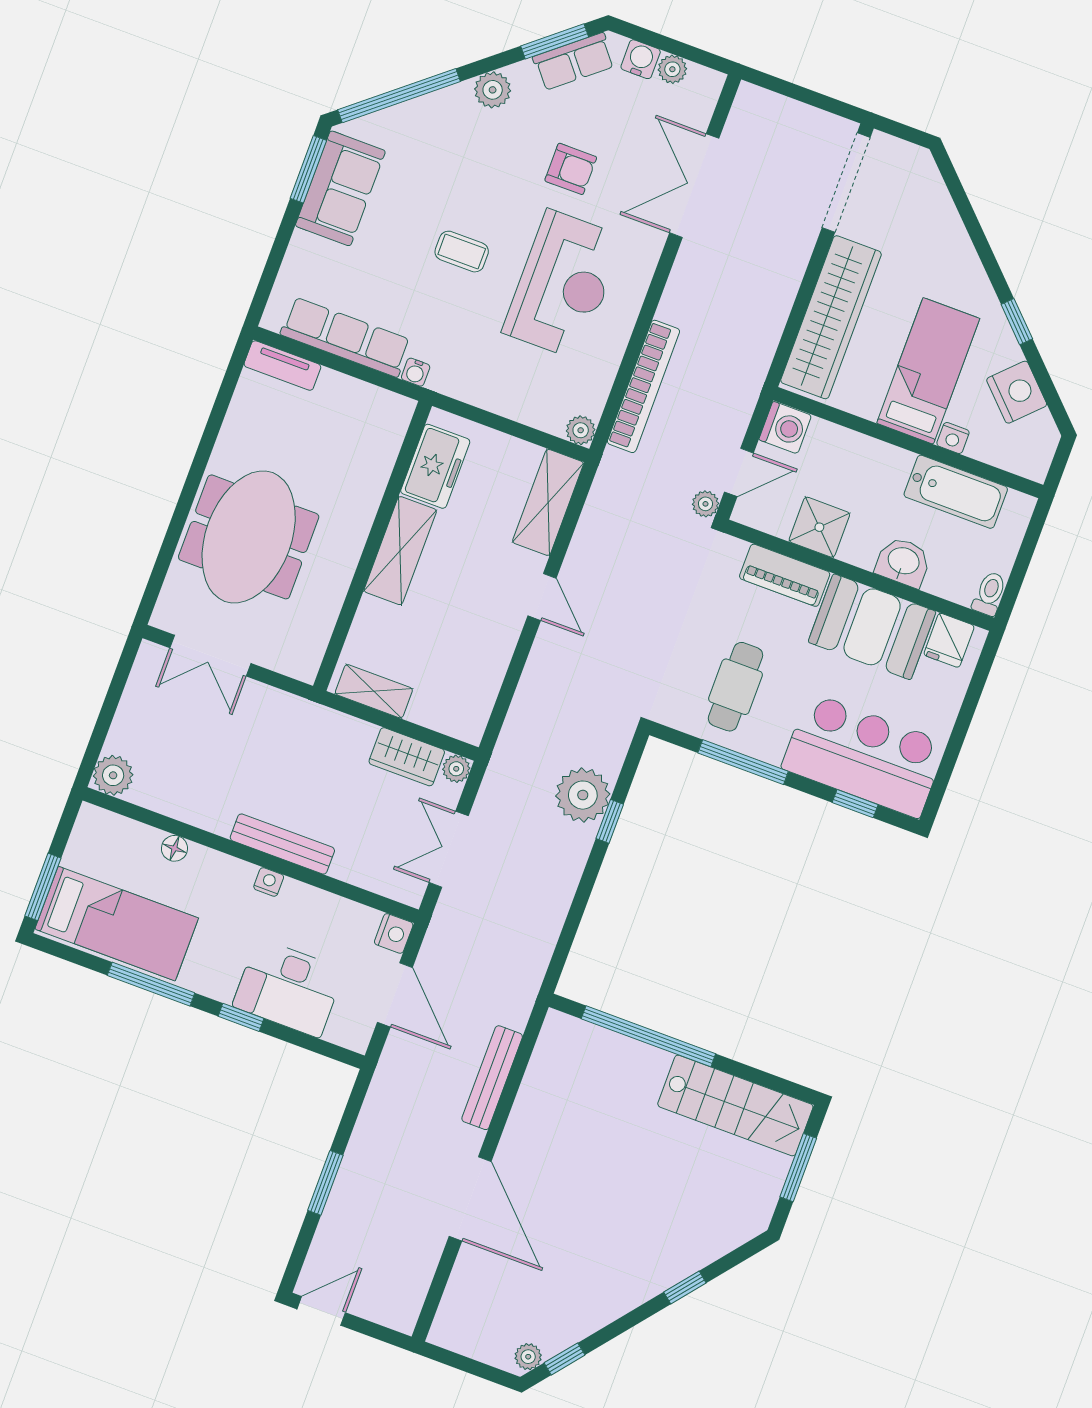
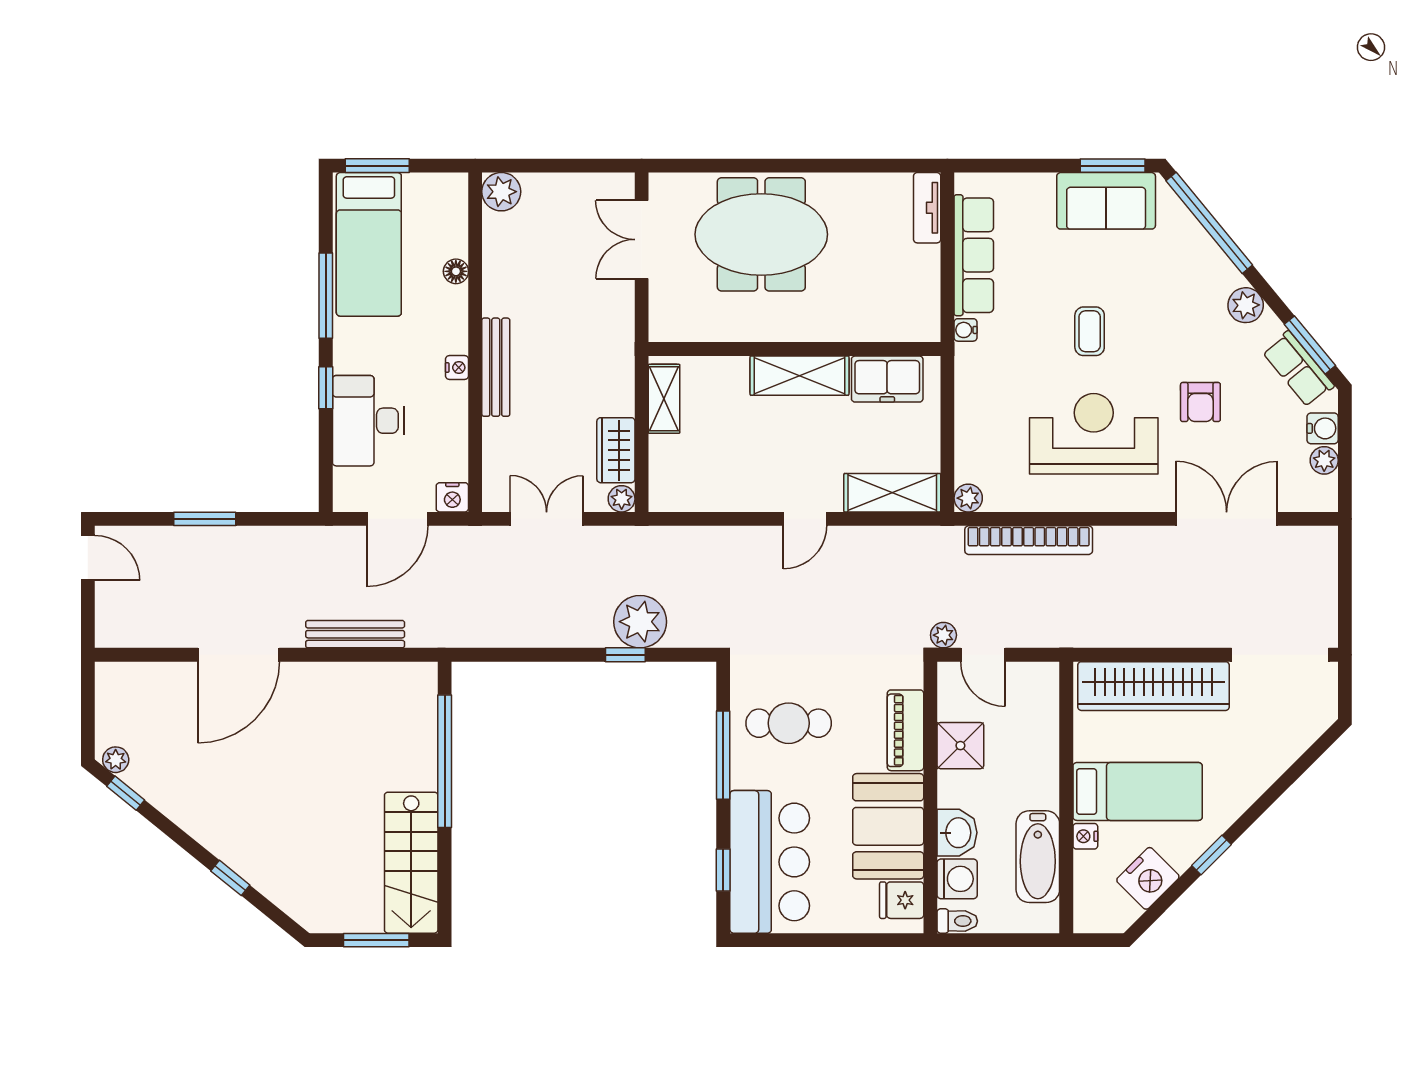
reception desk: (563, 285) -> (1094, 434), turned 180
washing machine: (785, 428) -> (957, 879), moved, turned -90

